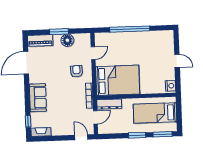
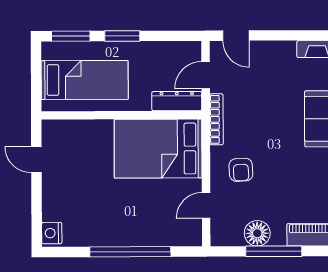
window: (59, 32) -> (274, 251), width x1.44
door: (177, 61) -> (36, 160), moved
nightstand: (170, 86) -> (52, 233), moved

